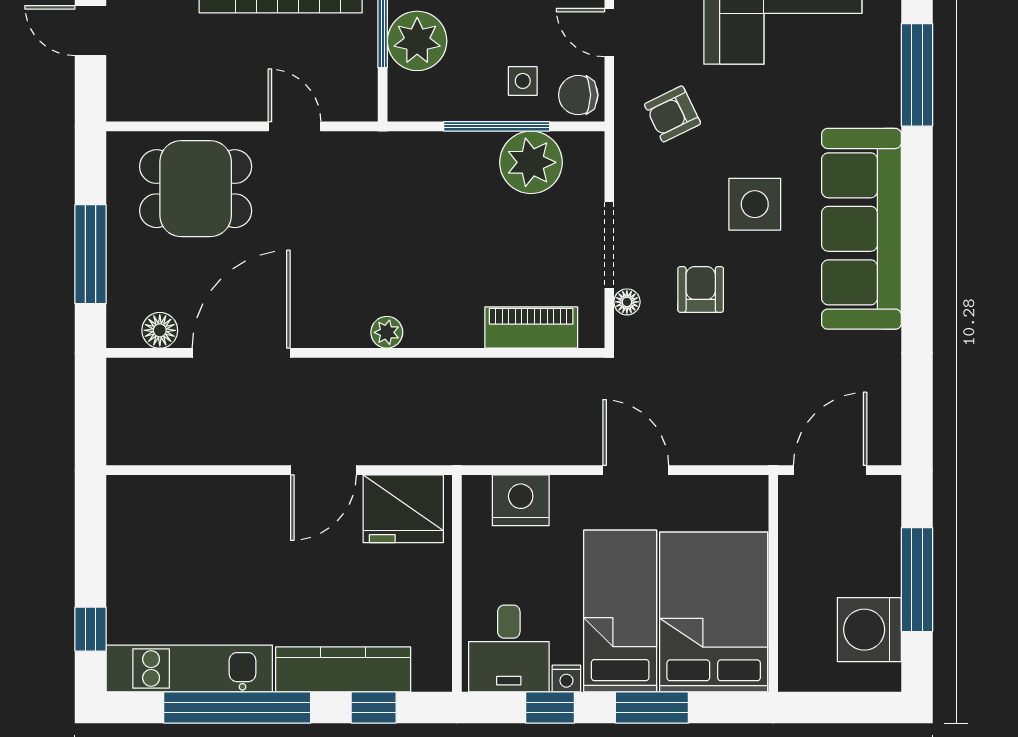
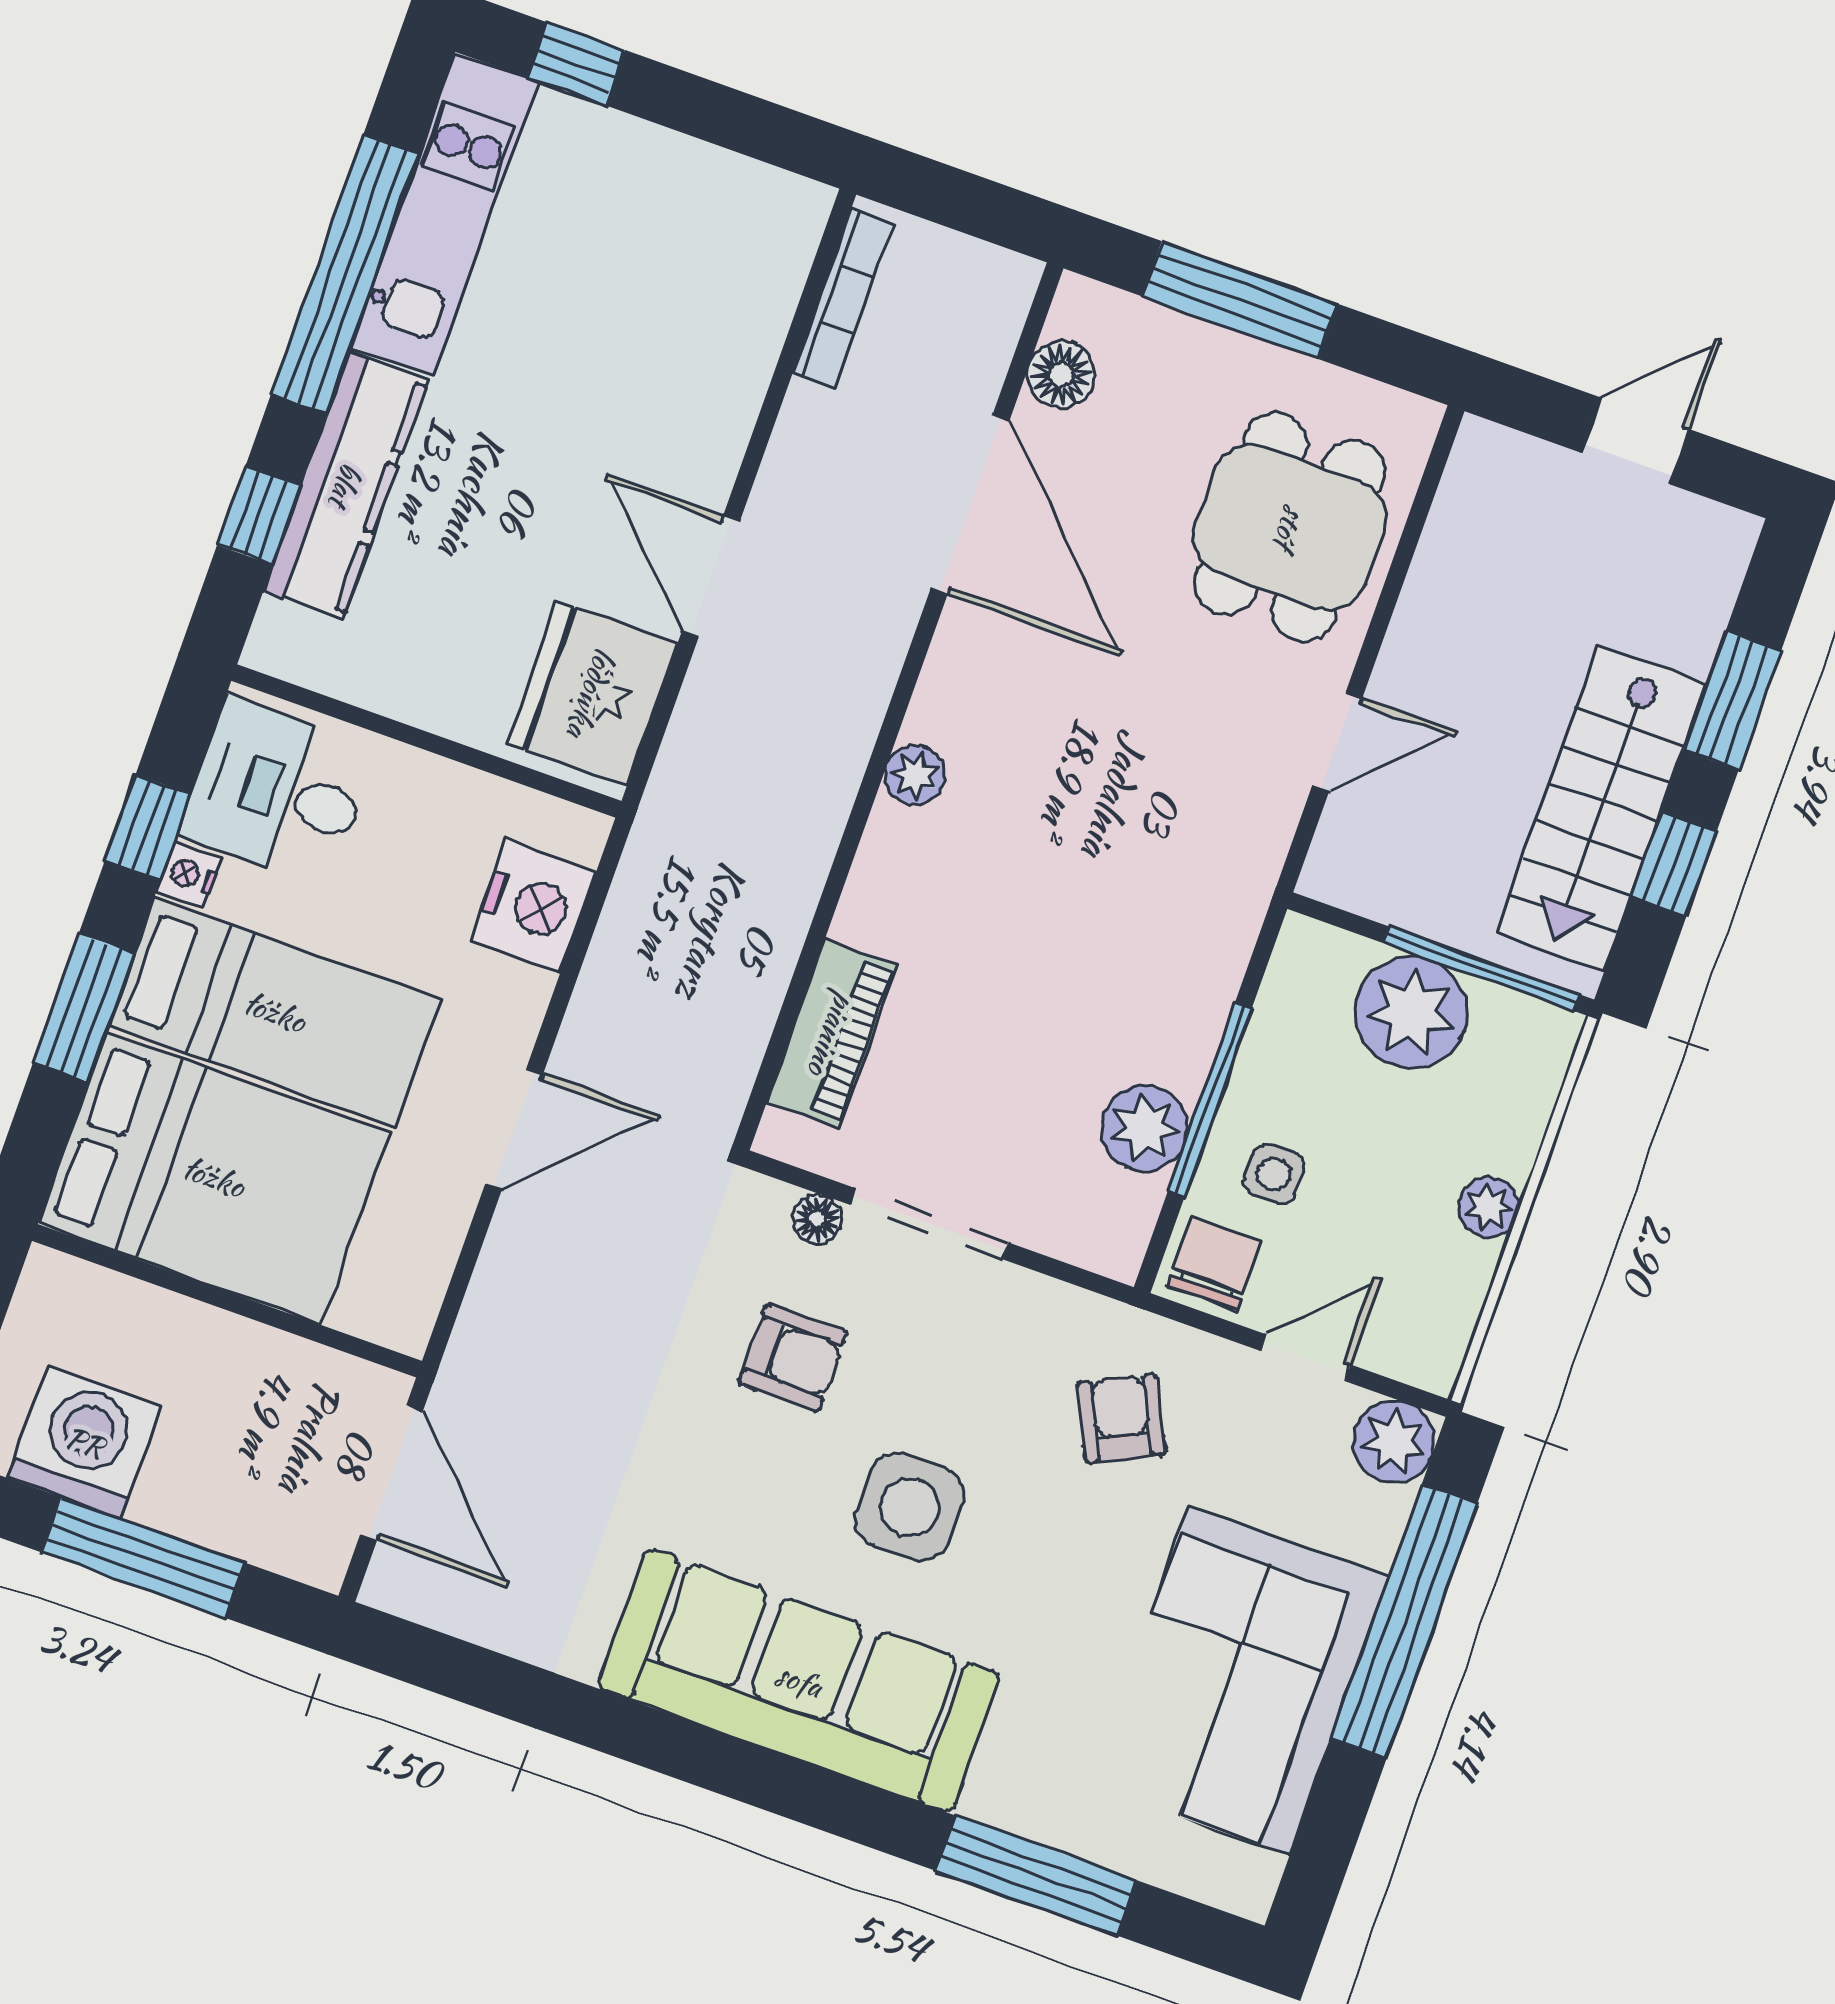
plant: (531, 162) -> (1145, 1128), width x0.73, depth x0.73
bookcase: (161, 454) -> (843, 298), added

